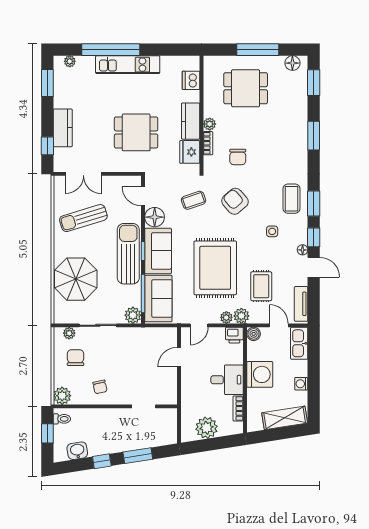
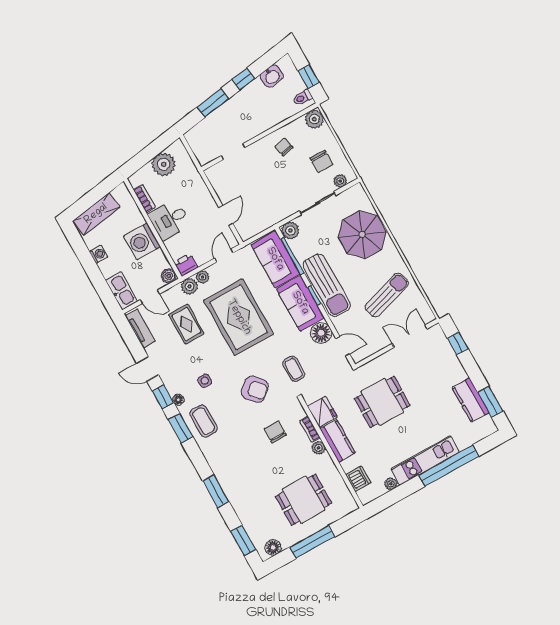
plant: (70, 61) -> (391, 484), moved
kitchen counter: (63, 128) -> (471, 400), moved
coffee table: (194, 200) -> (294, 369), turned -71
floor lamp: (303, 250) -> (178, 400), moved

